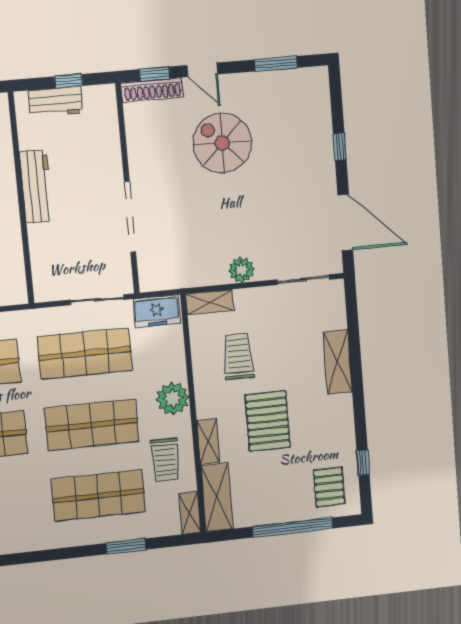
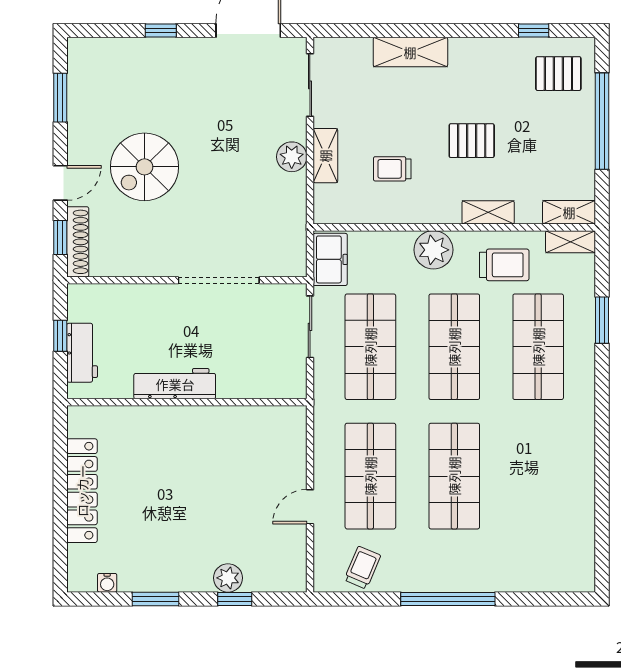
shelving: (210, 302) -> (325, 156), moved
trolley: (238, 357) -> (392, 169), width x0.73, depth x0.72
pallet: (268, 421) -> (472, 141), width x0.67, depth x0.71
shelving: (217, 497) -> (569, 212), width x0.67, depth x0.75

